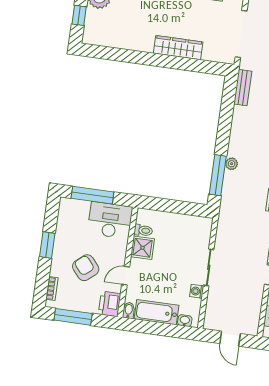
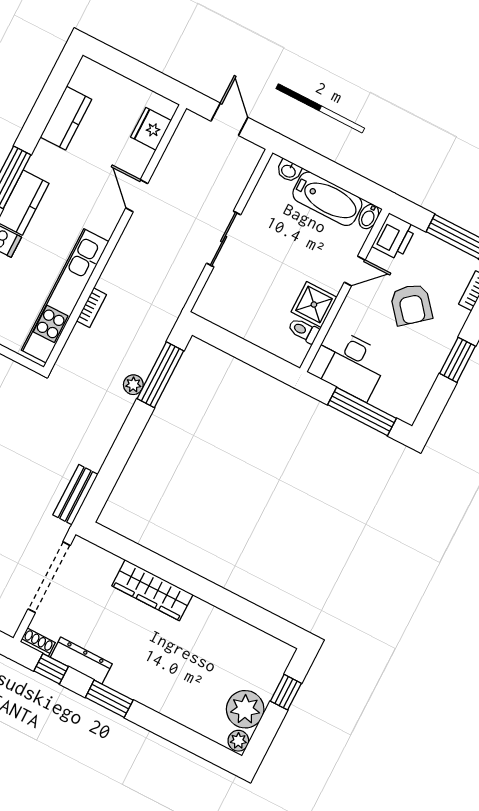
washing machine: (197, 291) -> (255, 209), removed

